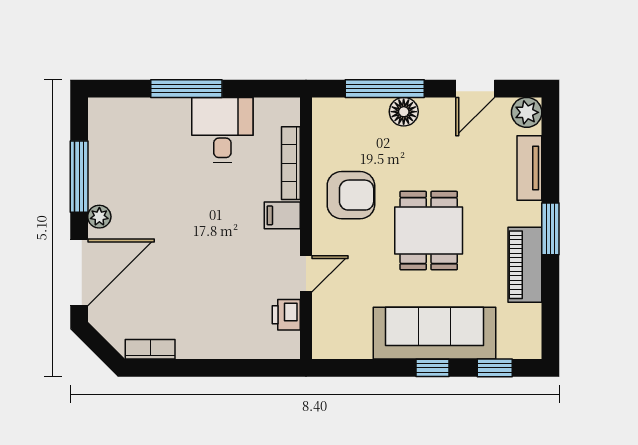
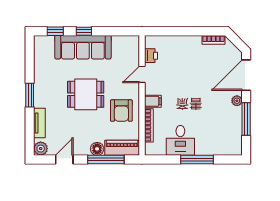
armchair: (351, 195) -> (121, 111), turned -90
dining table: (429, 231) -> (86, 94), turned 90
piano: (525, 265) -> (122, 148), moved, turned -90

